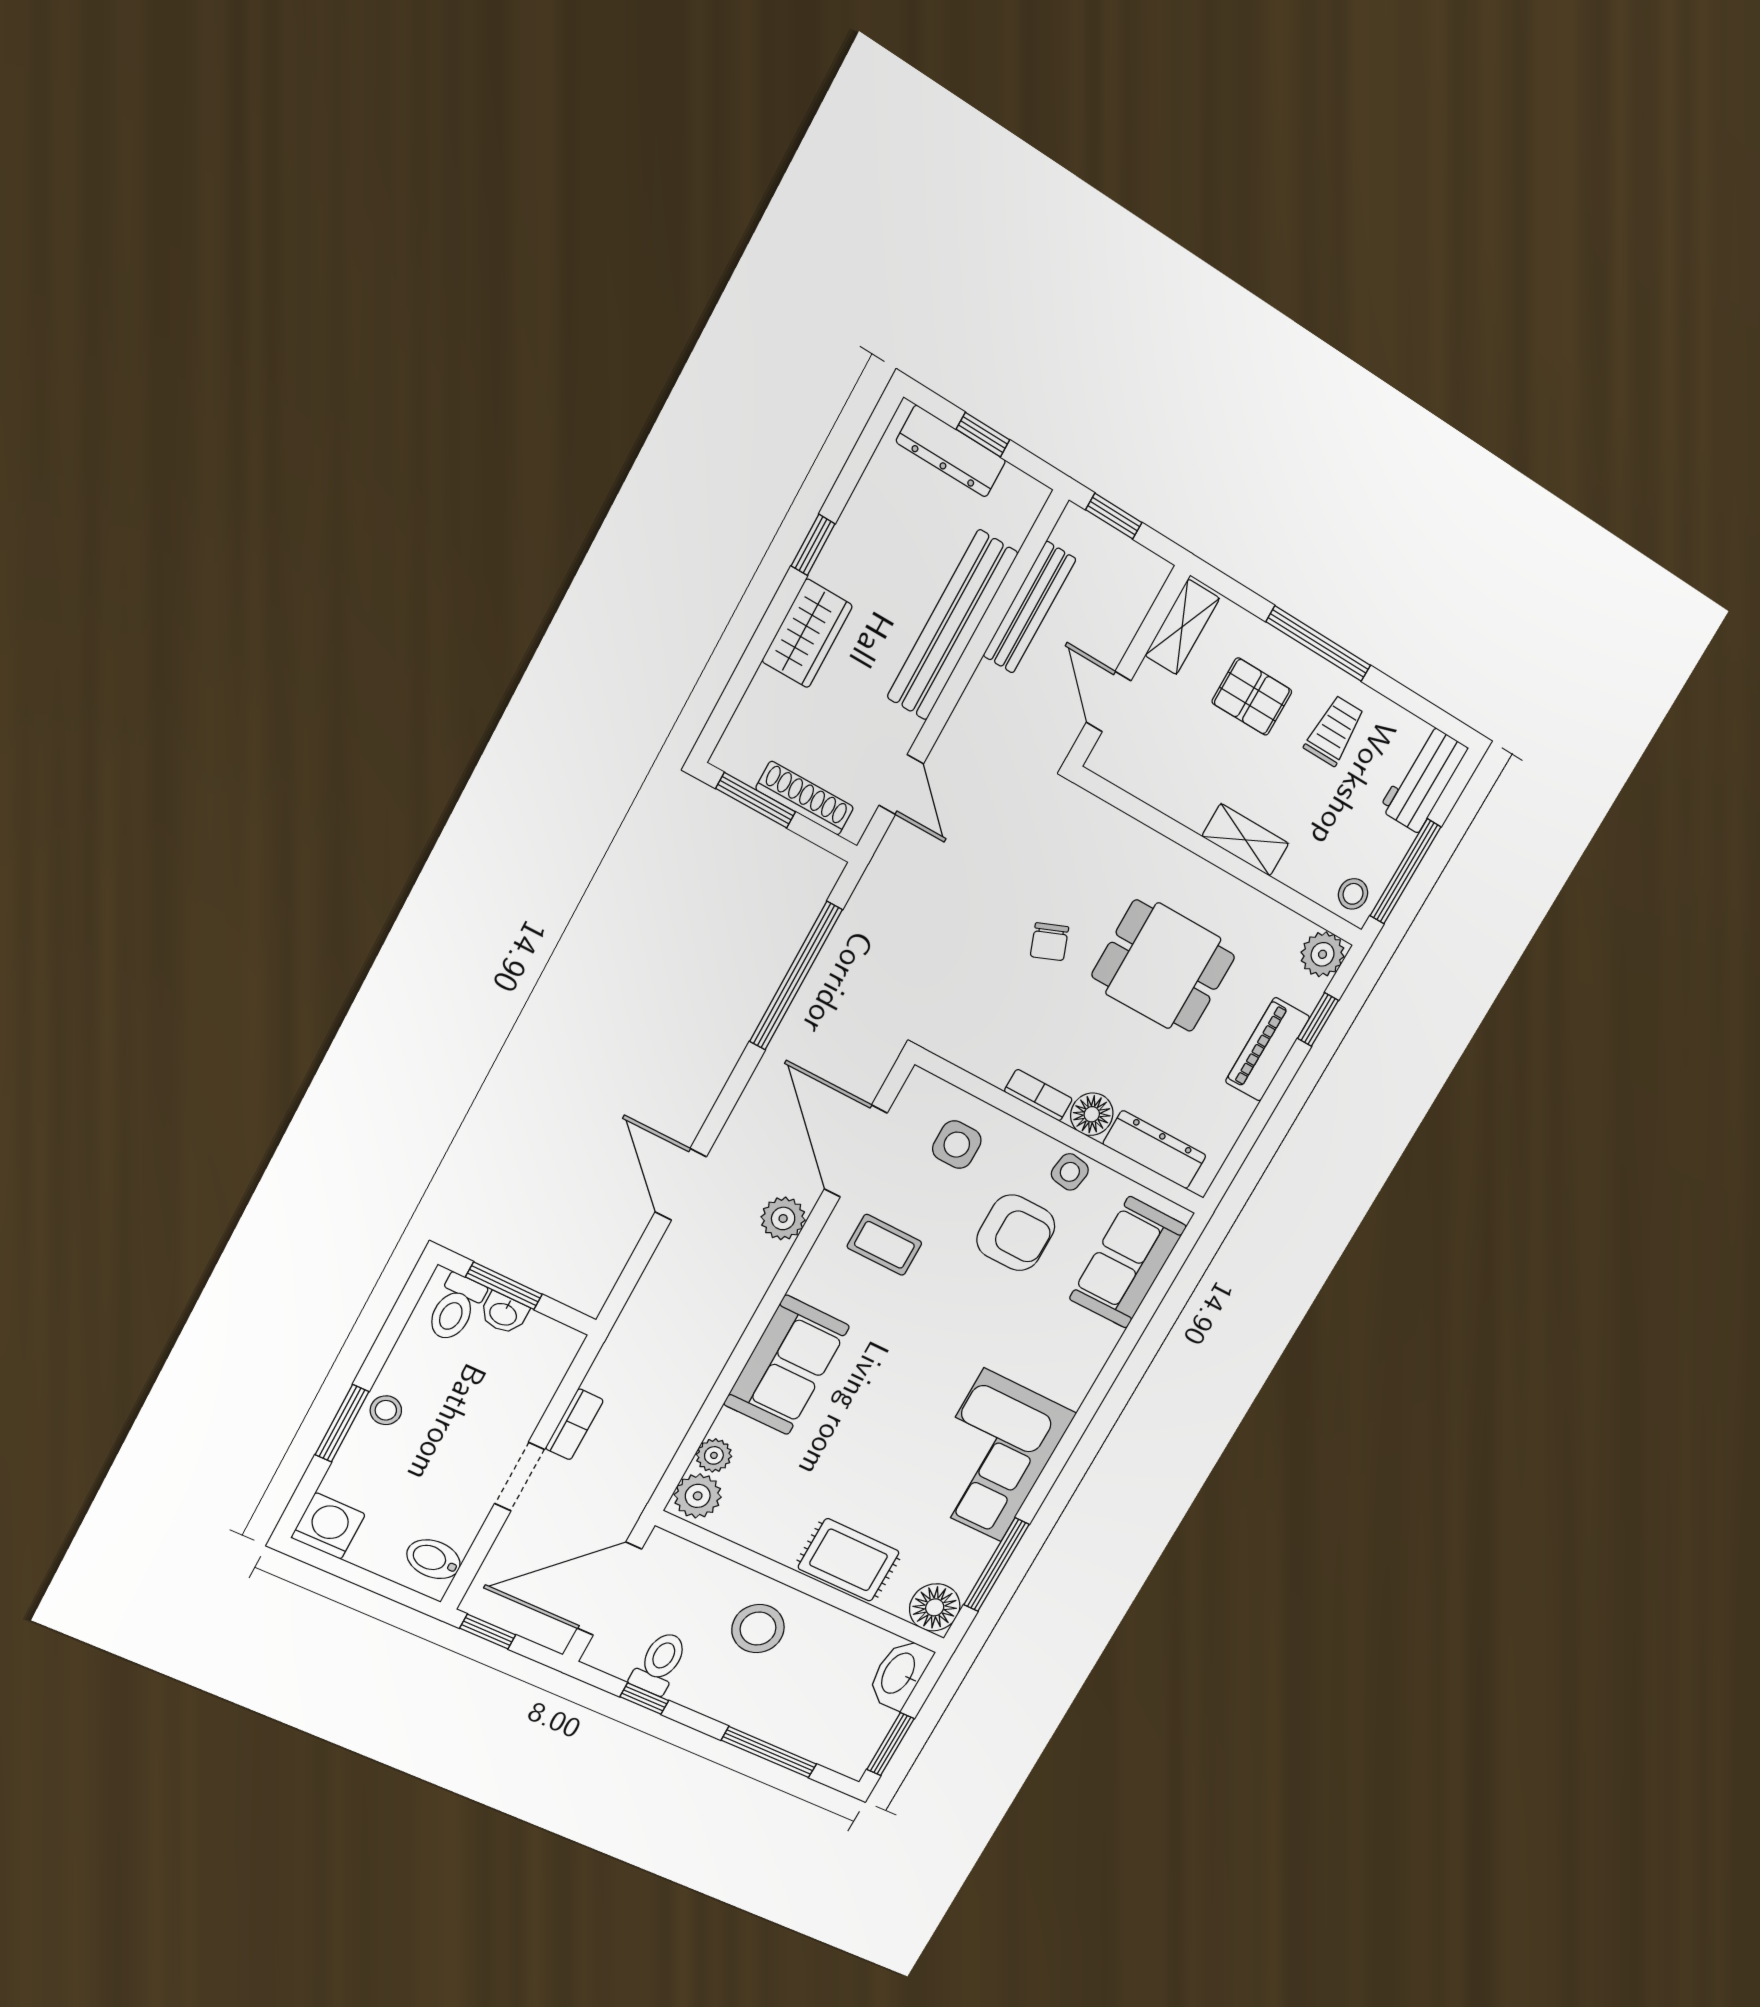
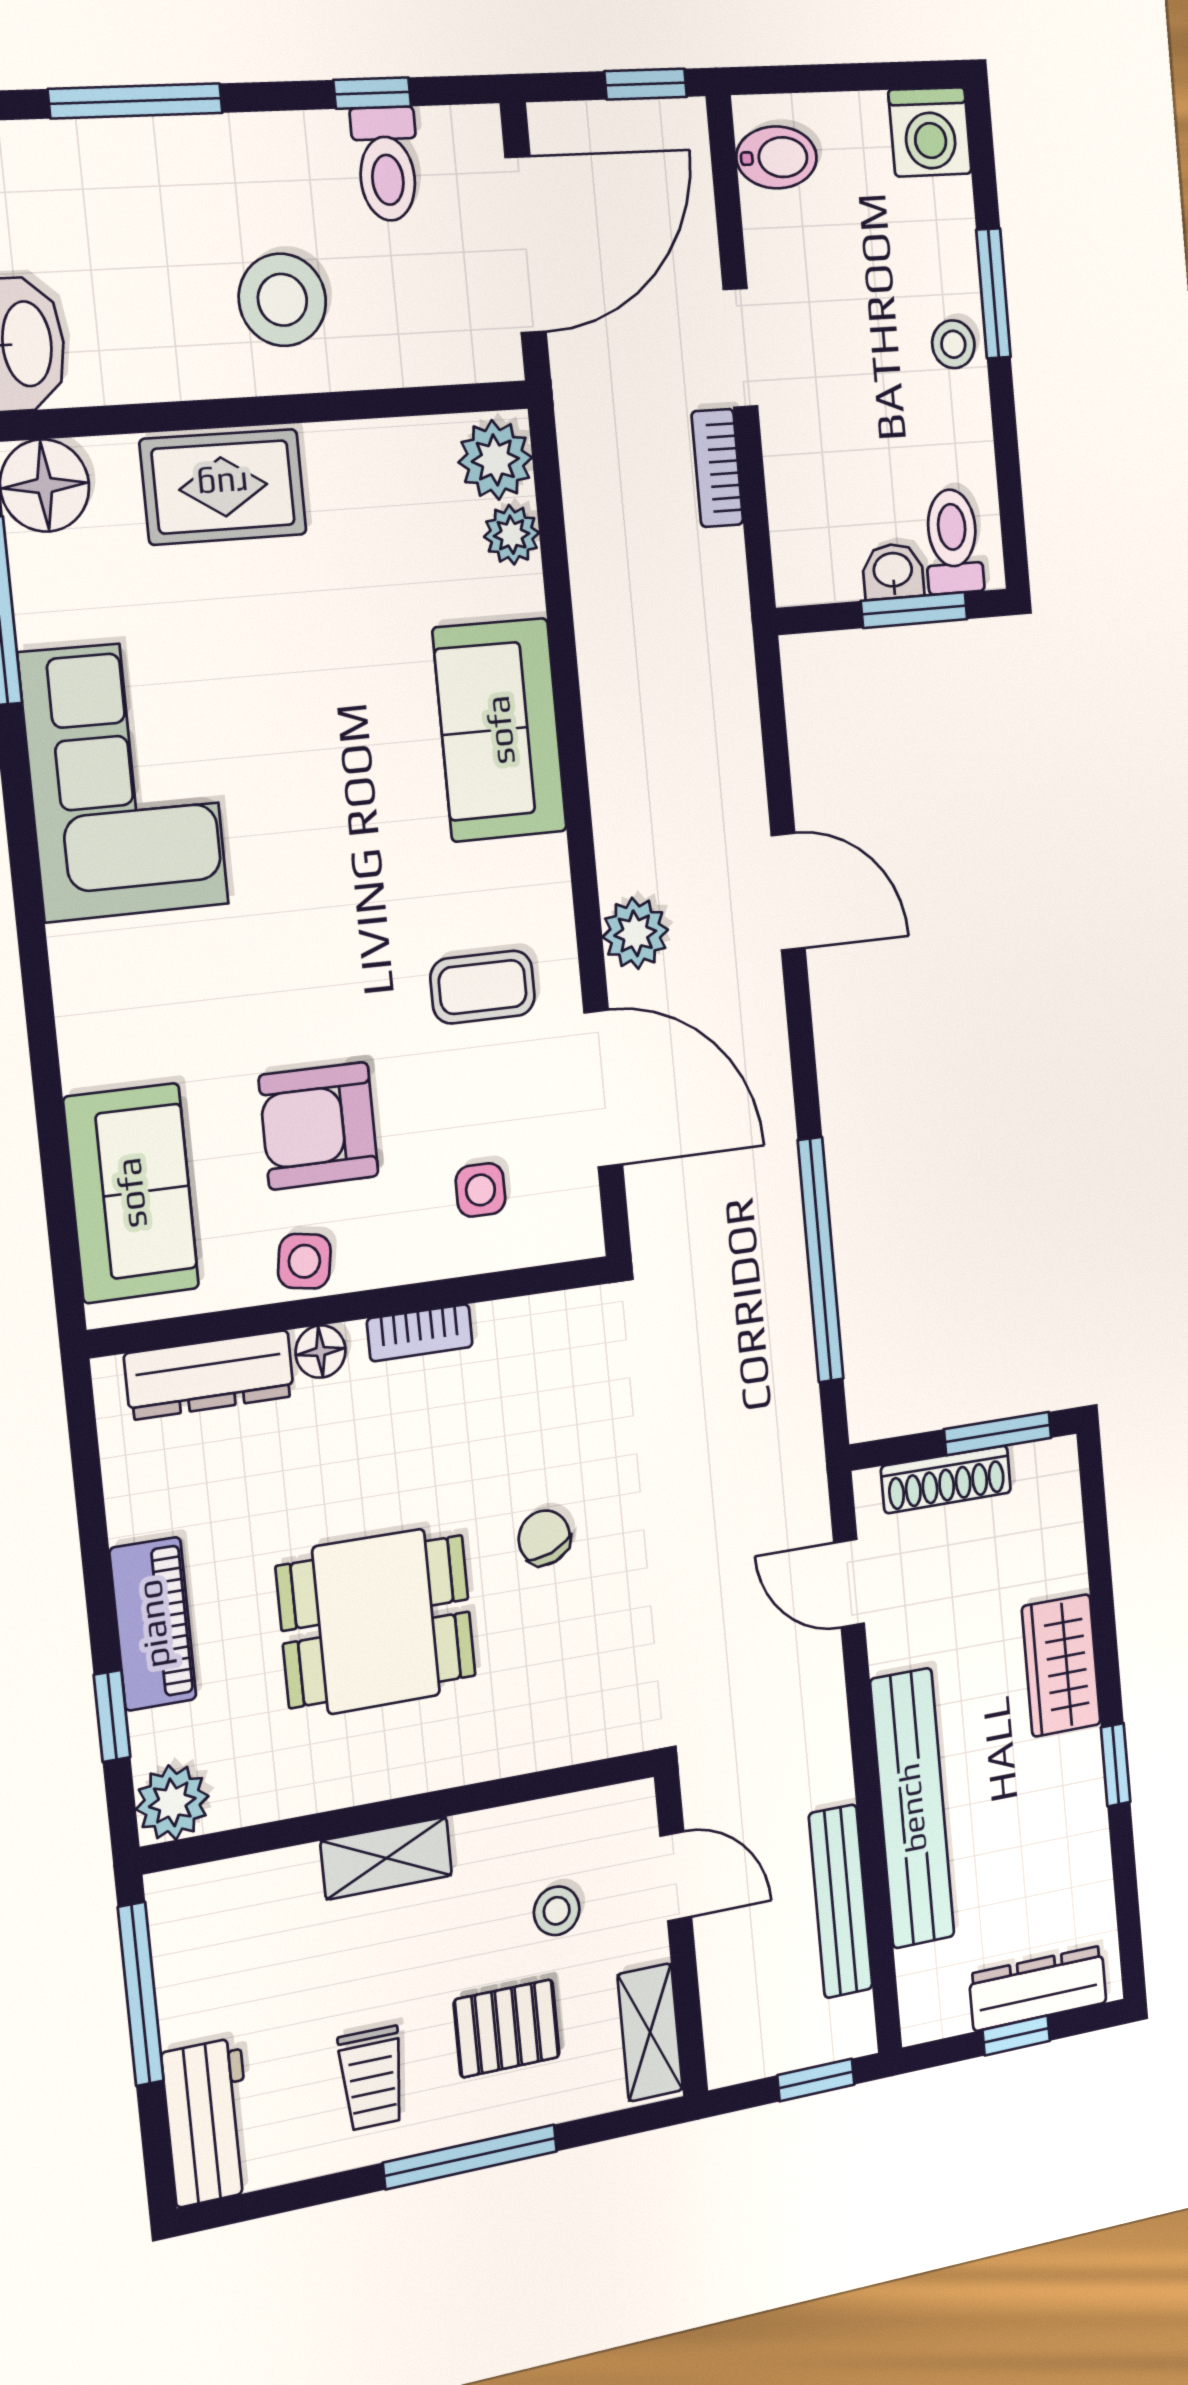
stool: (1353, 894) -> (557, 1911), moved
floor lamp: (1092, 1114) -> (320, 1352), width x0.73, depth x0.73
side table: (957, 1145) -> (480, 1190), width x0.73, depth x0.73

